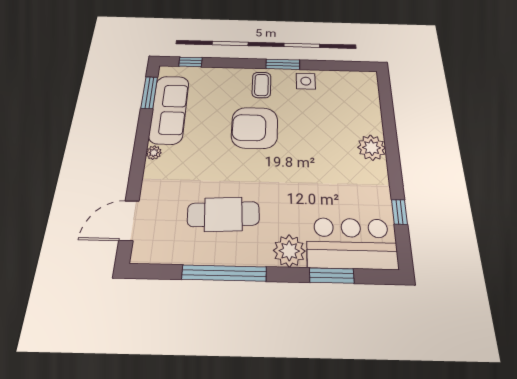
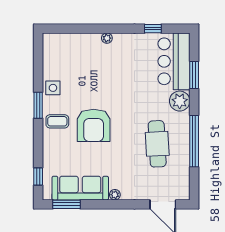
plant: (372, 148) -> (107, 38), width x0.53, depth x0.53

